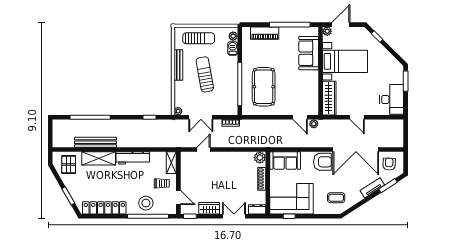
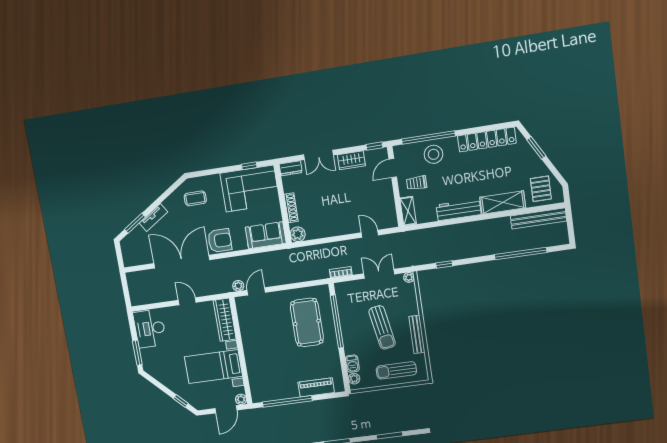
sofa: (309, 53) -> (259, 370), removed
door: (300, 117) -> (256, 291), hinge flipped
bench: (95, 142) -> (538, 218), moved
door: (203, 150) -> (370, 234), swing flipped
armchair: (322, 162) -> (220, 241), turned 180
armchair: (389, 164) -> (138, 250), removed
door: (178, 197) -> (393, 168), hinge flipped

